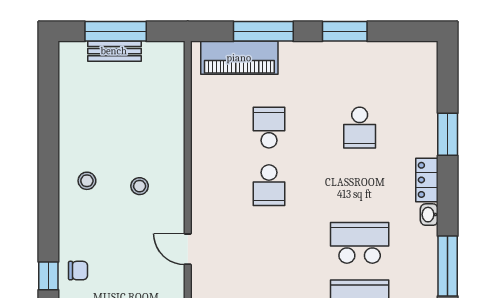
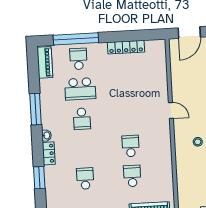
school desk: (269, 128) -> (132, 176), turned 180
school desk: (360, 243) -> (82, 119), width x0.54

